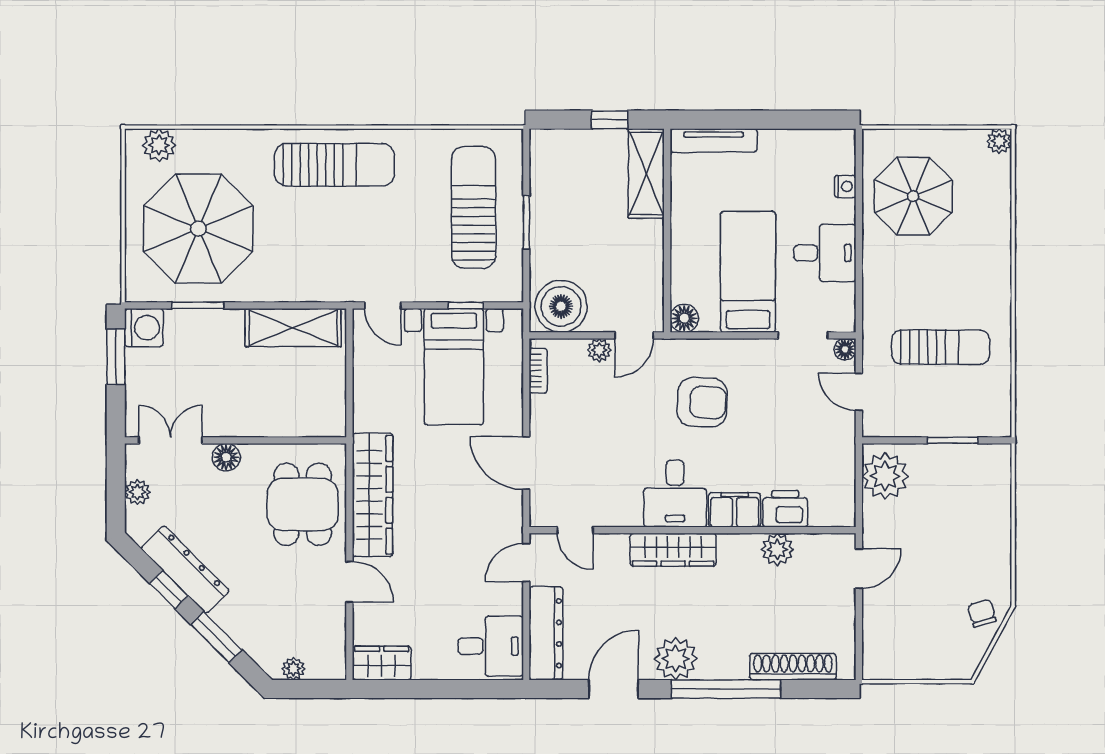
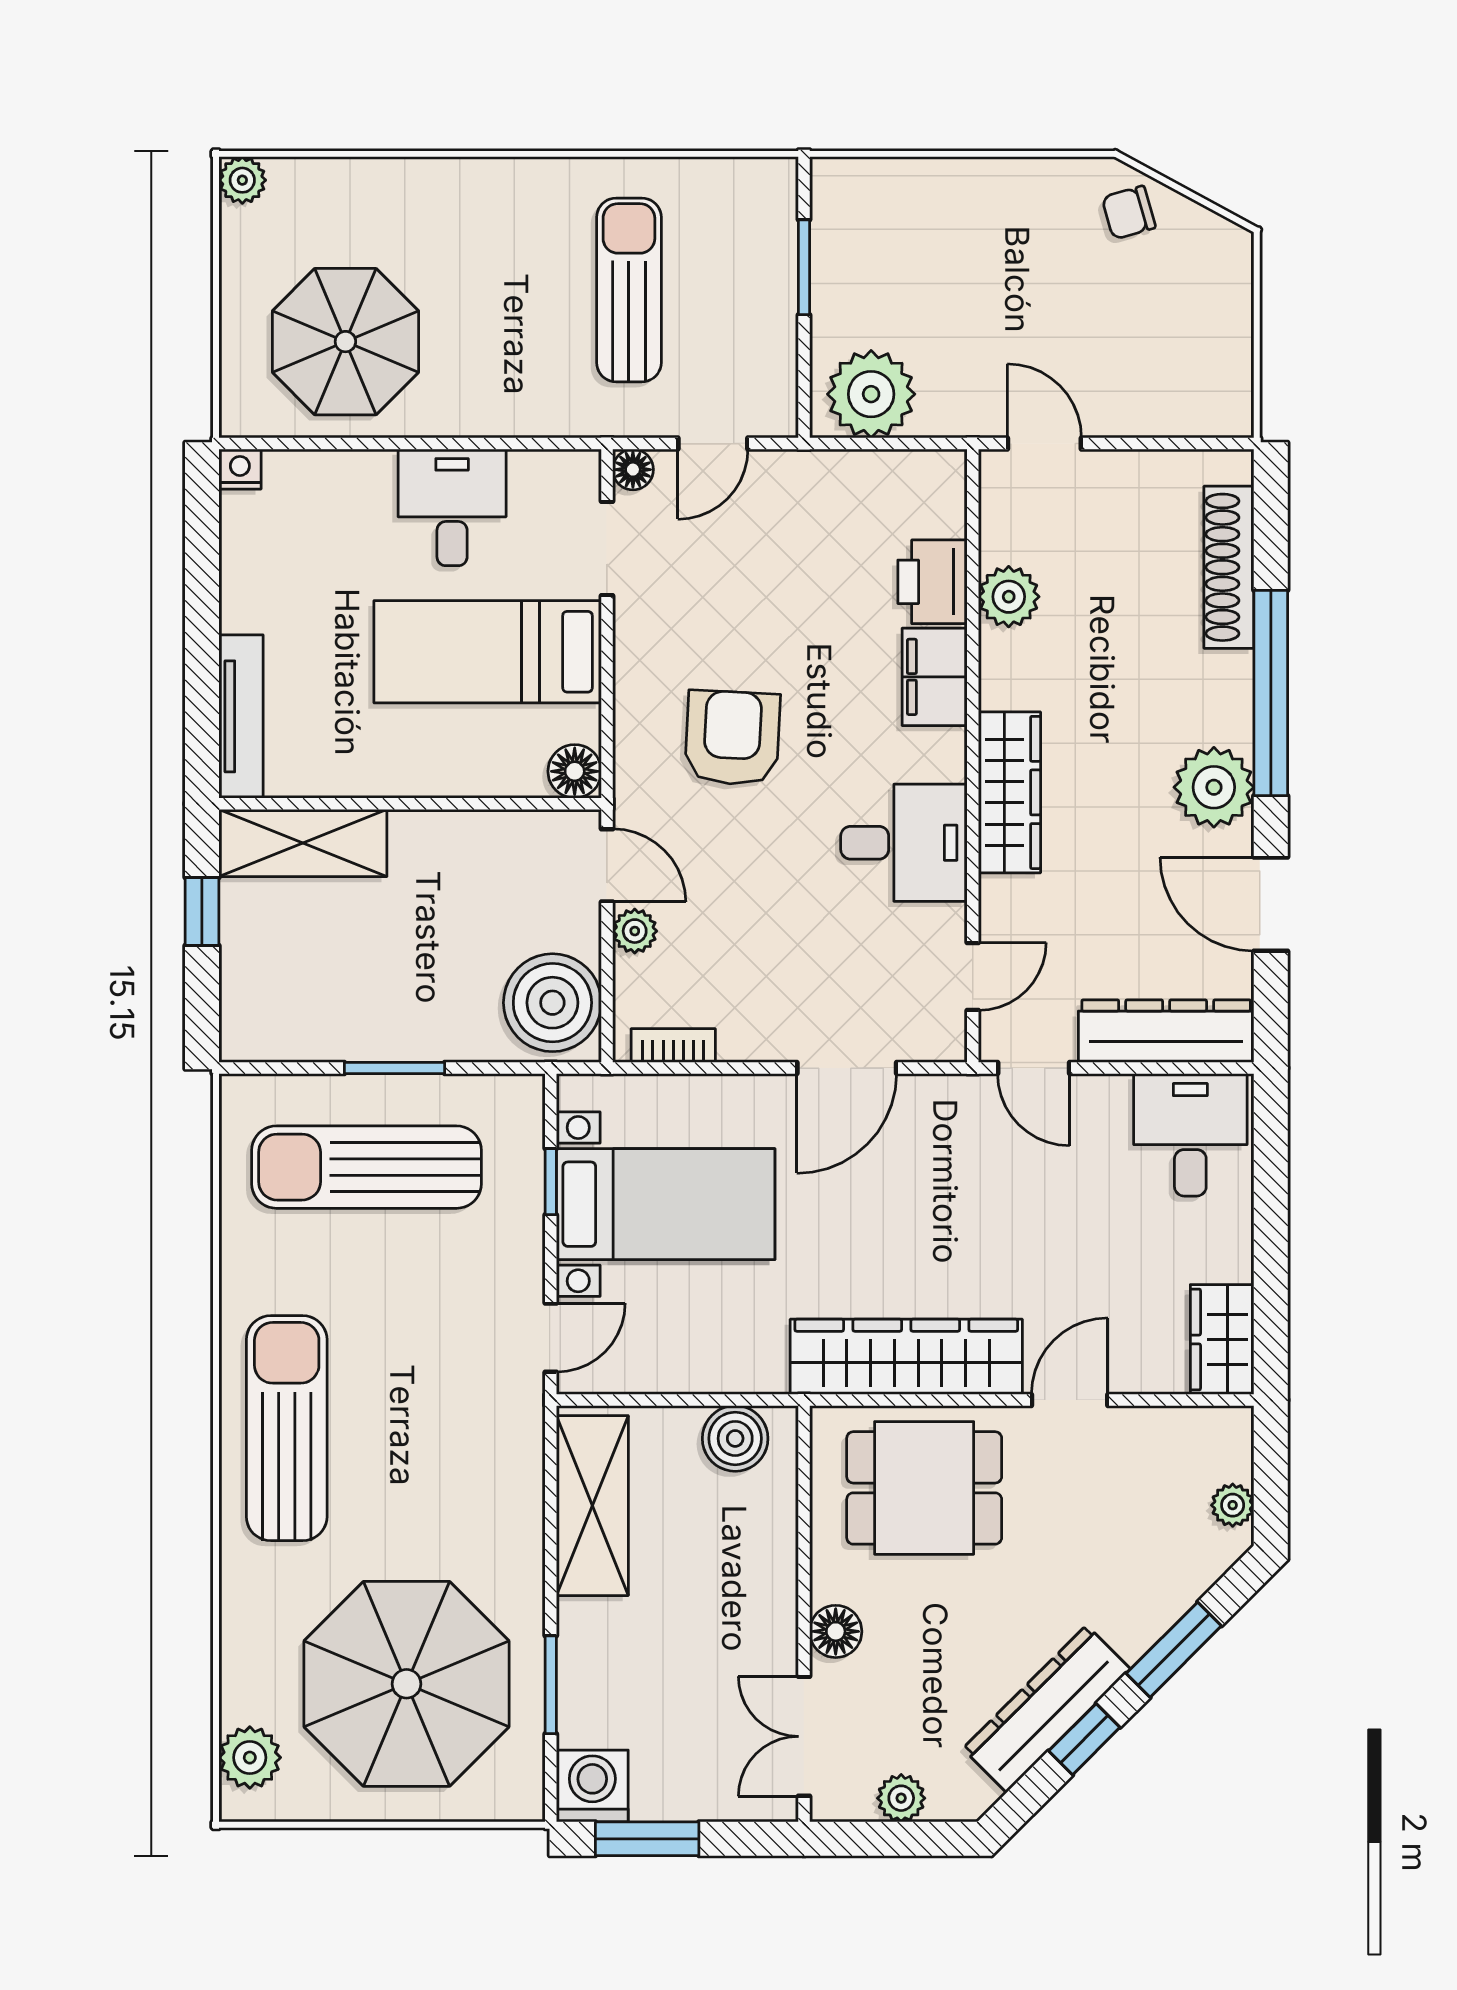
nightstand: (845, 186) -> (240, 469), moved
boiler: (329, 404) -> (735, 1438), added
desk: (675, 494) -> (904, 843), moved

